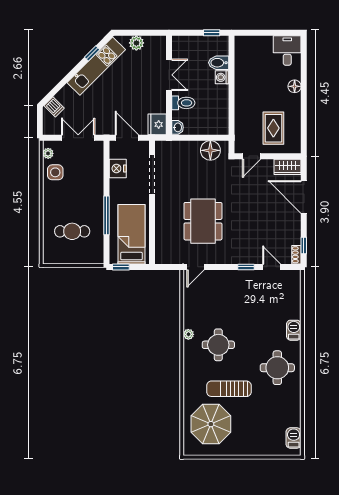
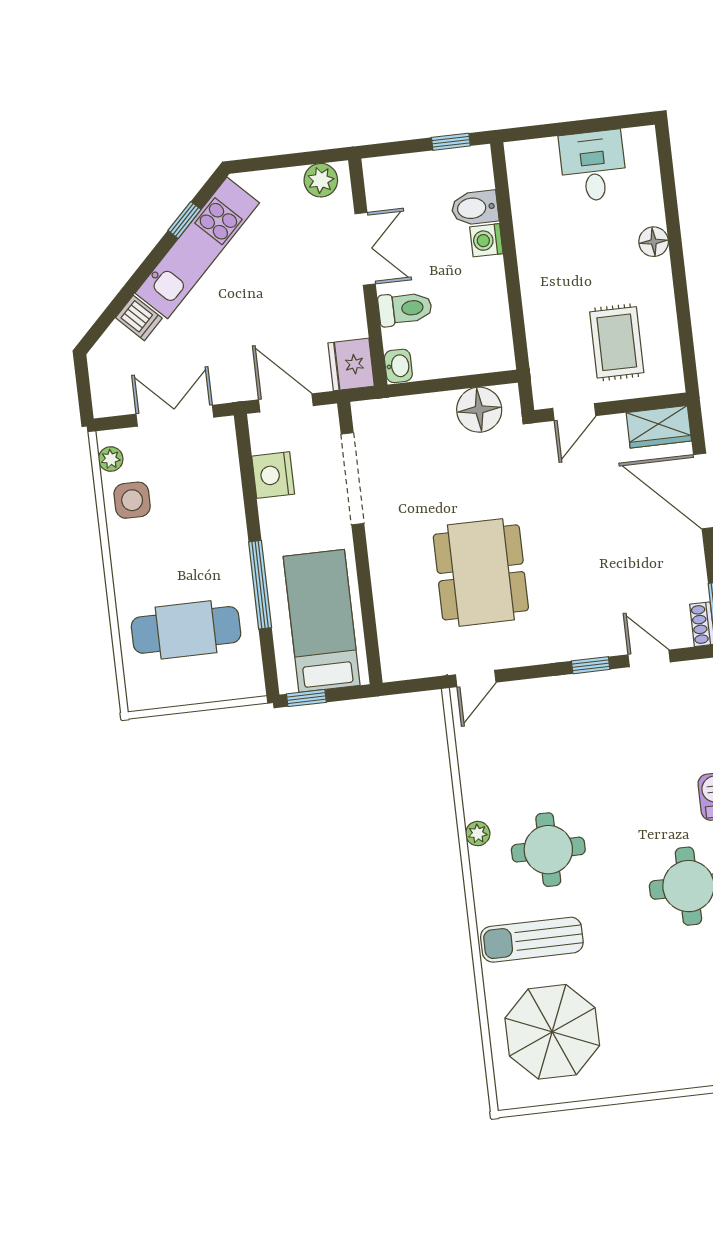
plant: (136, 43) -> (321, 180), moved
desk: (287, 50) -> (593, 166), moved
dishwasher: (54, 107) -> (139, 318), moved
cafe table: (72, 231) -> (186, 630), width x1.37, depth x1.35
sun lounger: (229, 389) -> (532, 940), moved

